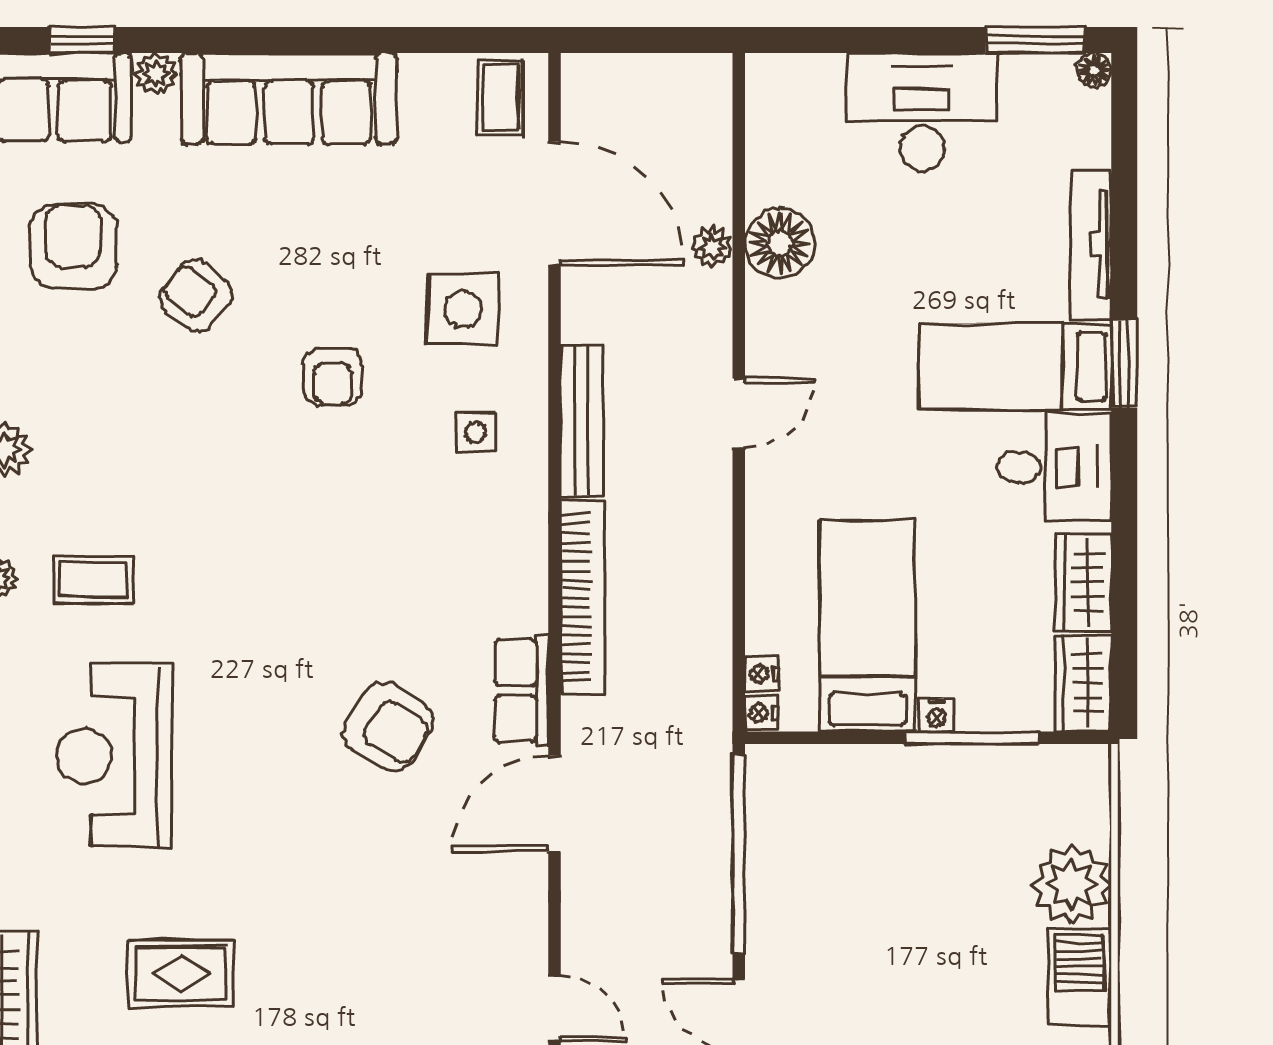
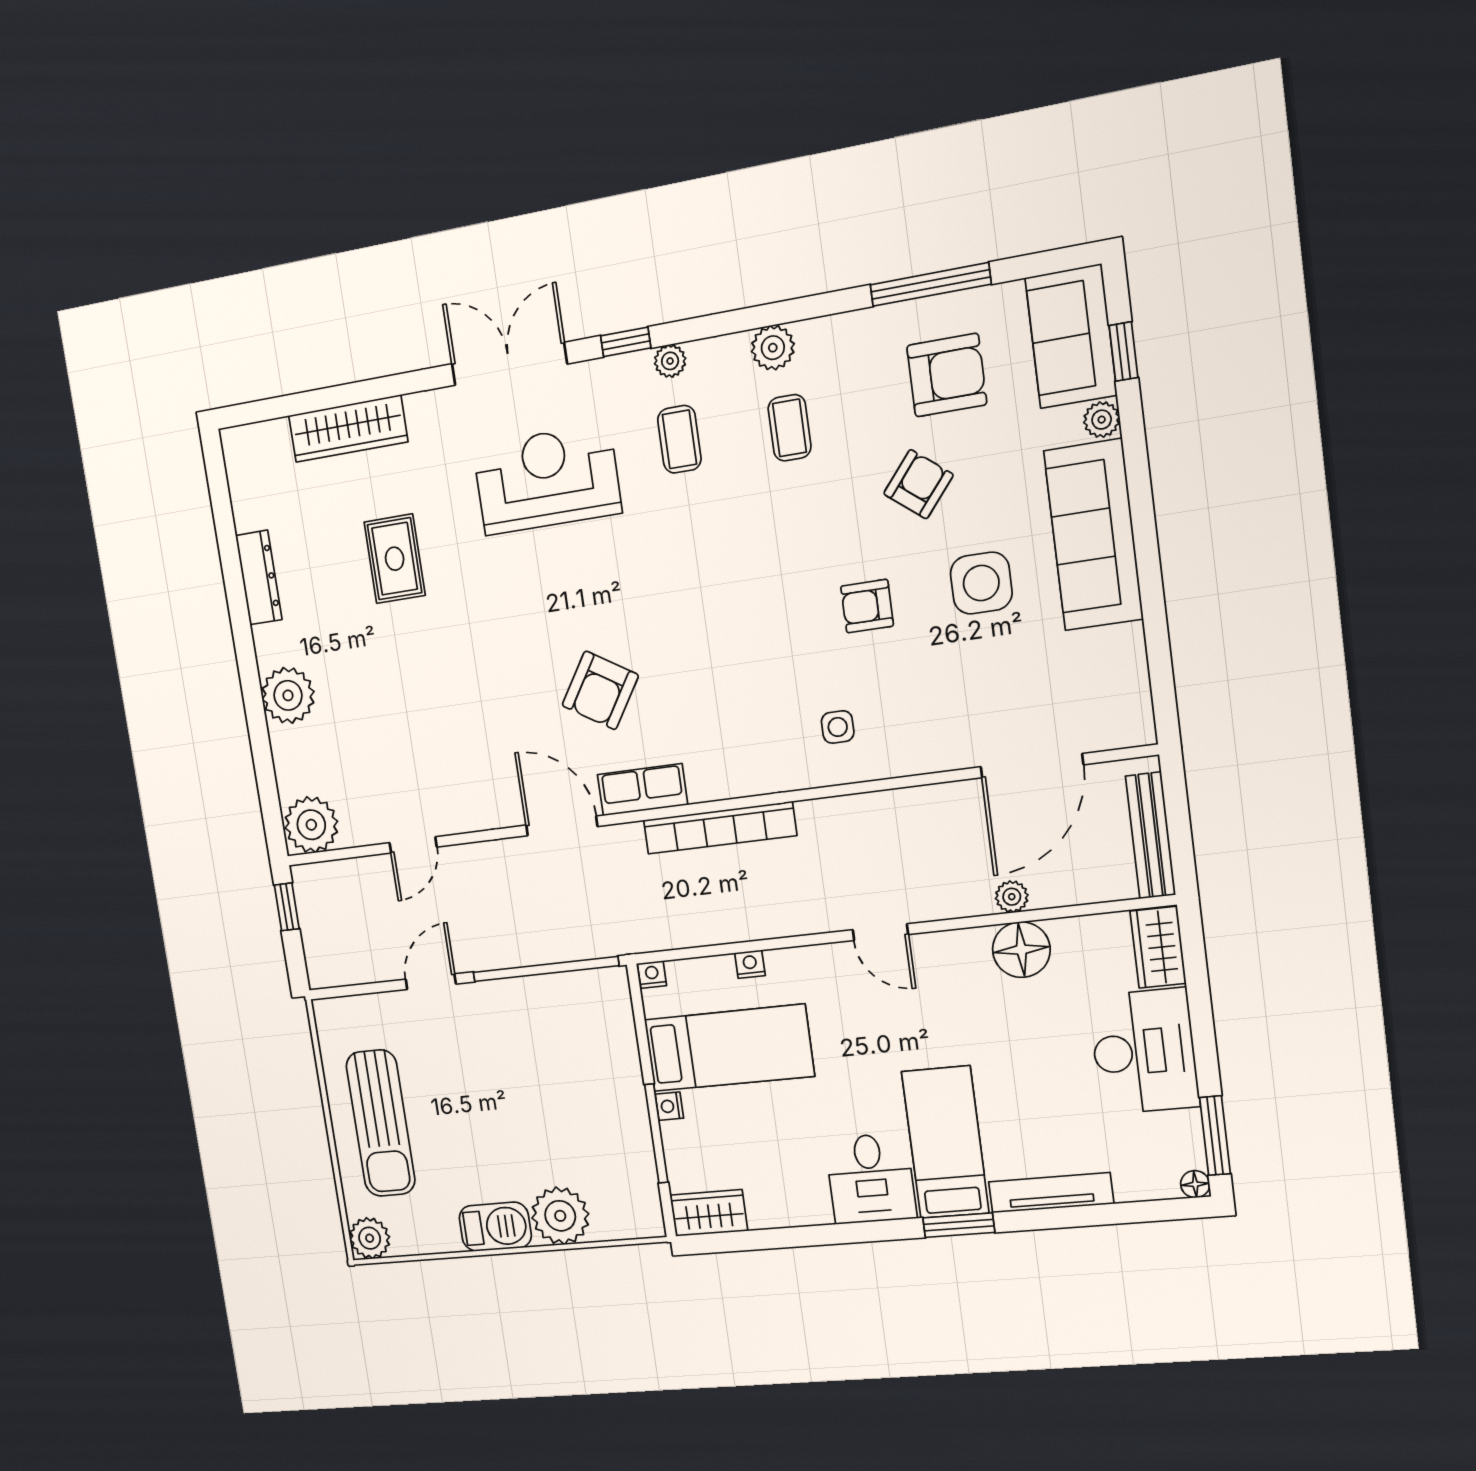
coffee table: (501, 98) -> (790, 428), moved, turned 90
side table: (463, 309) -> (981, 583), moved
bench: (582, 421) -> (1151, 835), moved, turned 90
wardrobe: (1084, 583) -> (1158, 947), moved, turned -90
nightstand: (762, 674) -> (750, 964), moved

